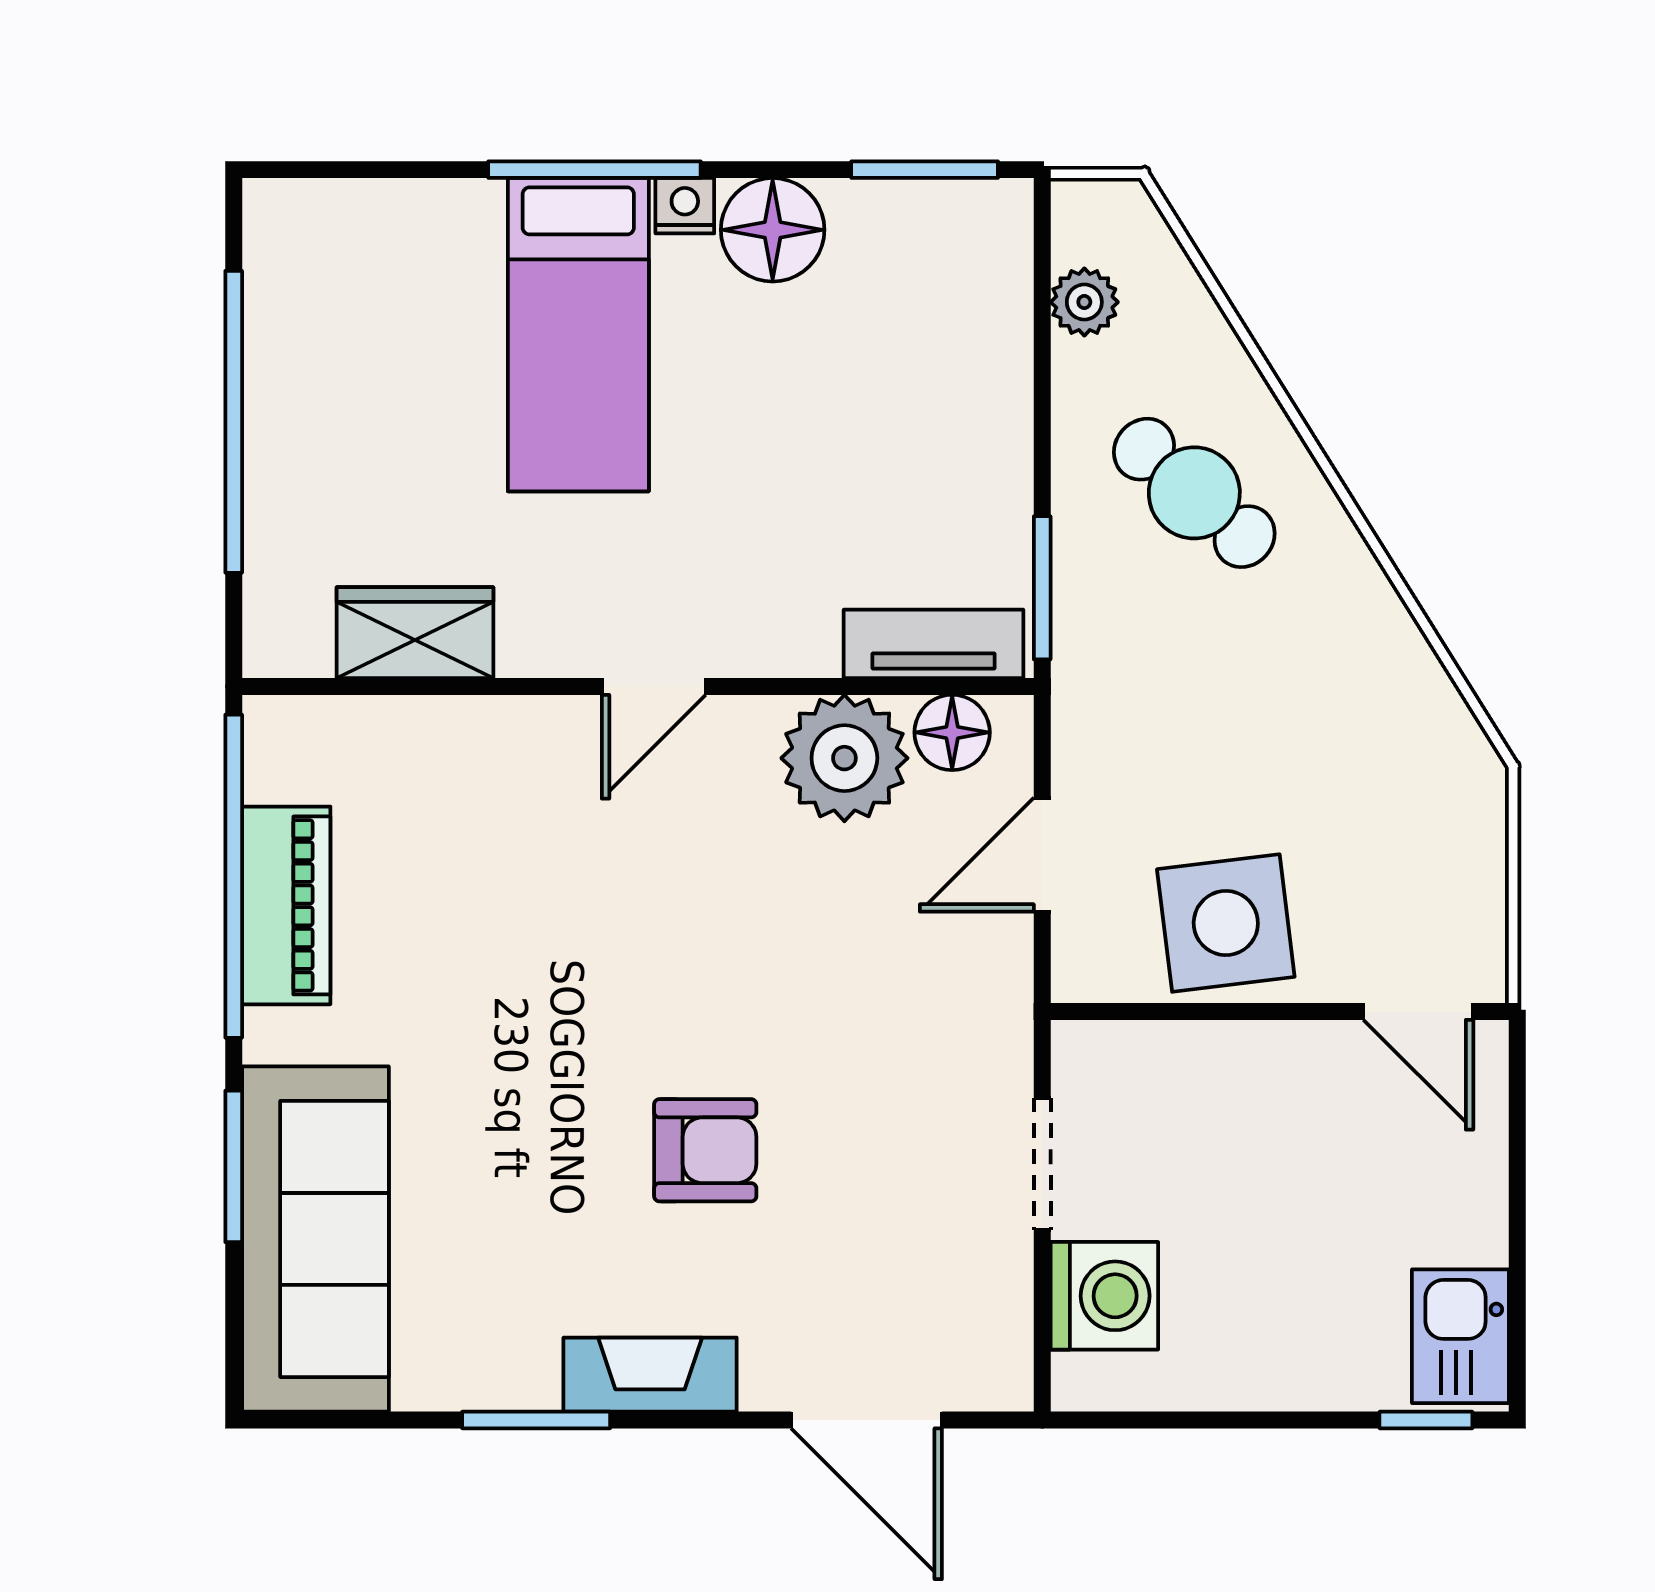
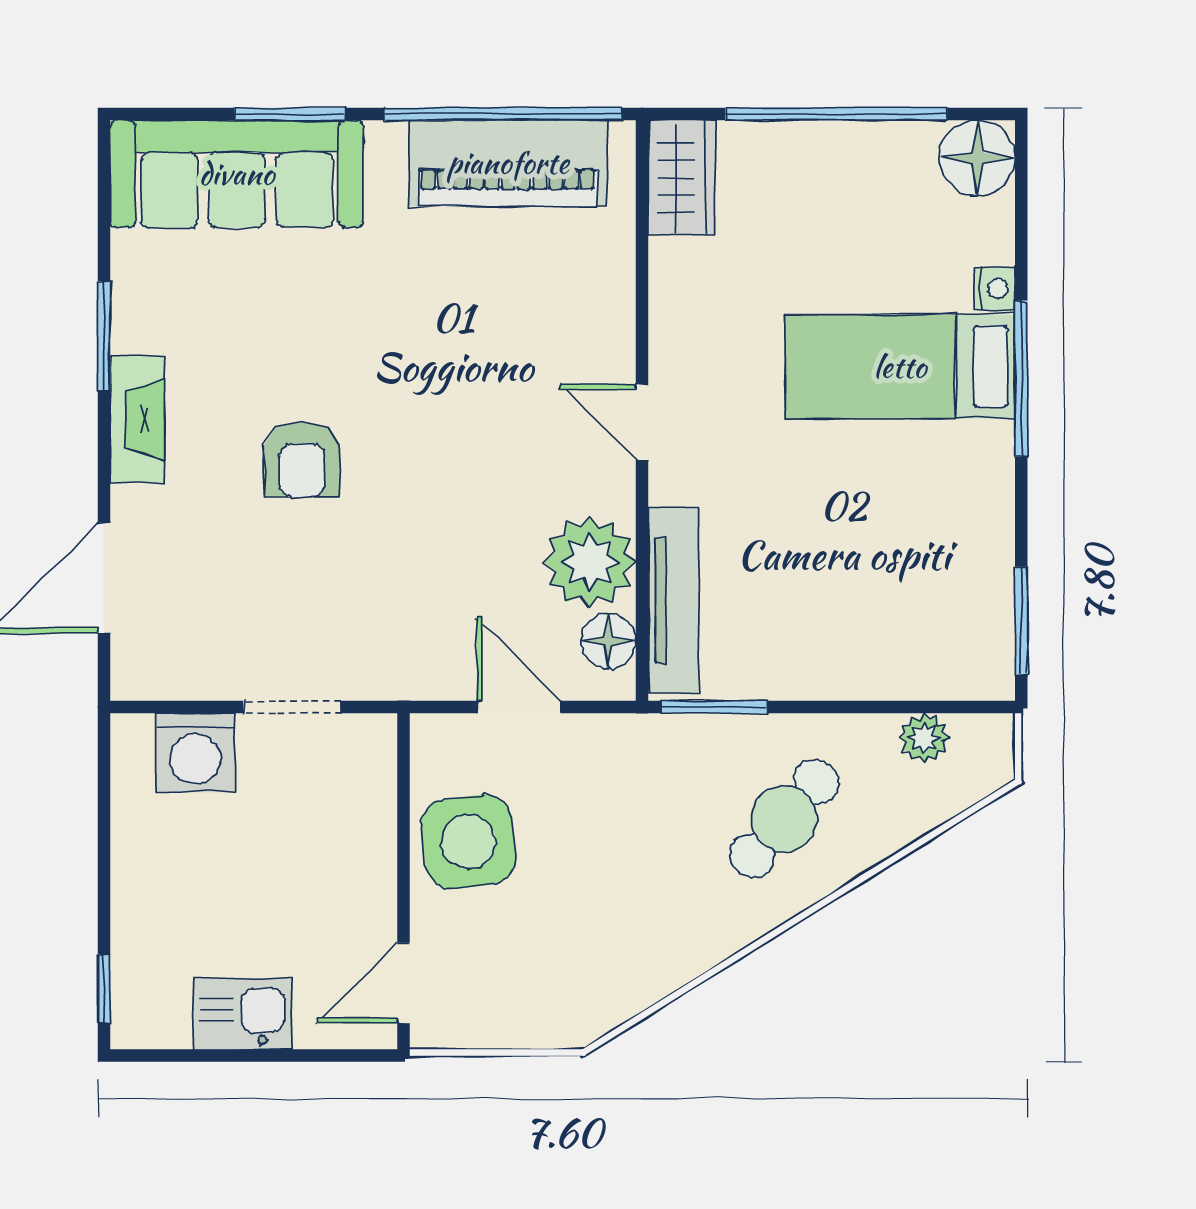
nightstand: (685, 206) -> (995, 289), moved
floor lamp: (773, 230) -> (977, 158), moved
wardrobe: (415, 633) -> (682, 177), moved
tv unit: (933, 644) -> (673, 600), width x1.41
piano: (286, 905) -> (508, 163), width x1.37, depth x1.33
kitchen sink: (1460, 1336) -> (243, 1014), moved

